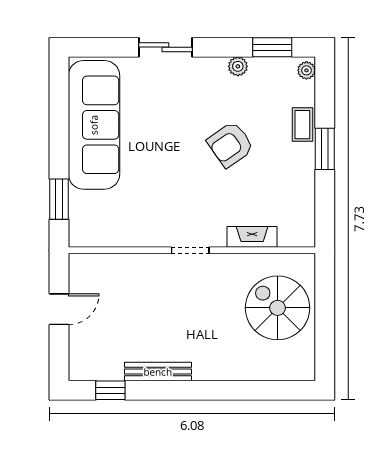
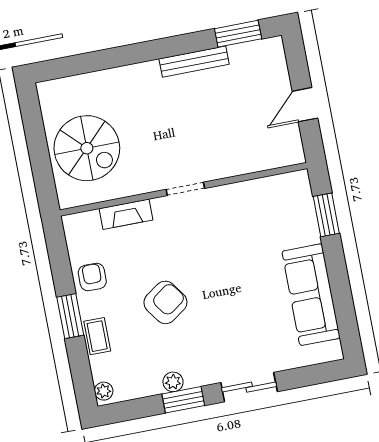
window: (272, 47) -> (183, 400), moved
sofa: (94, 125) -> (311, 295), width x0.74, depth x0.79
armchair: (296, 183) -> (92, 277), added
window: (110, 390) -> (238, 34), width x1.50

